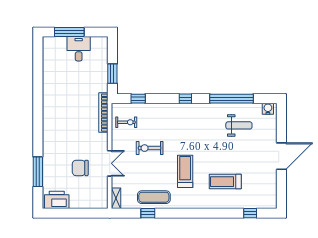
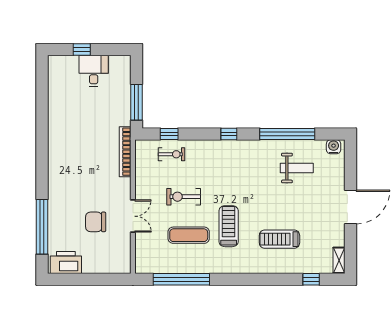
window: (69, 32) -> (82, 50), width x0.46
window: (112, 74) -> (136, 102), width x1.44
exercise bike: (126, 122) -> (172, 154), moved
window: (38, 172) -> (42, 227), width x1.46
exercise mat: (154, 197) -> (189, 235), moved
shelving: (116, 198) -> (339, 260), moved
window: (148, 213) -> (181, 279), width x3.17

